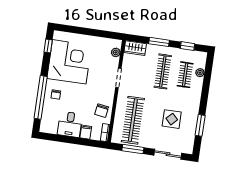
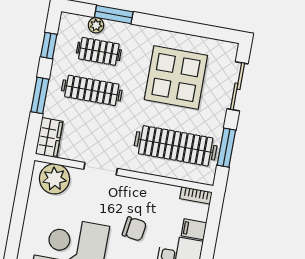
plant: (116, 52) -> (54, 179), width x1.88, depth x1.88
chair: (102, 111) -> (134, 229), moved
display table: (172, 119) -> (176, 78), width x1.86, depth x1.86
window: (200, 125) -> (114, 15), moved

